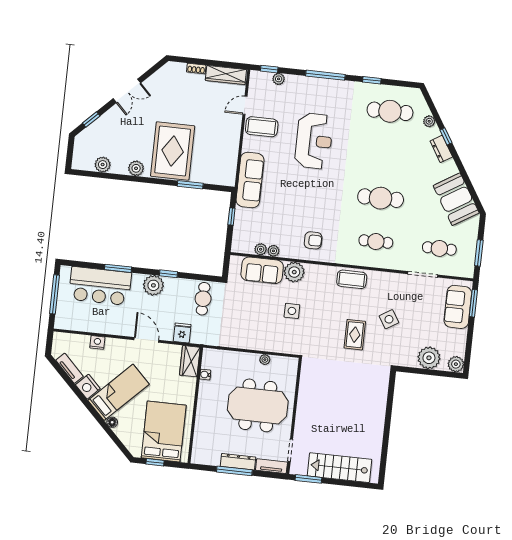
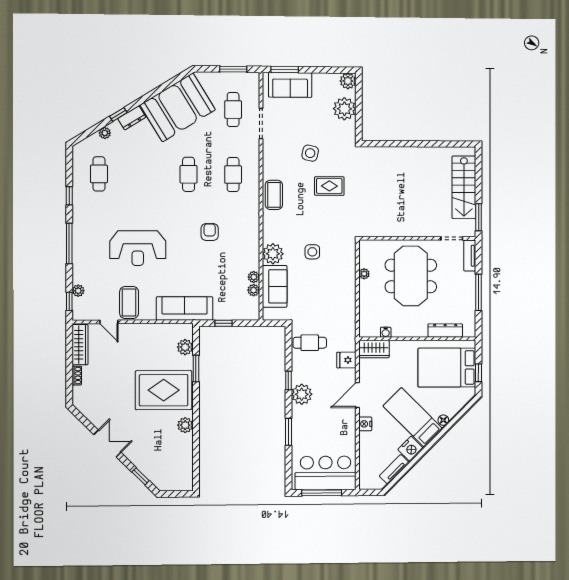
cafe table: (390, 111) -> (99, 174), width x0.73, depth x0.74
reception desk: (314, 141) -> (138, 248), turned 180
plant: (103, 165) -> (185, 347), moved
cafe table: (381, 198) -> (189, 174), width x0.73, depth x0.74
booth: (456, 199) -> (178, 107), width x1.36, depth x1.42
armchair: (313, 240) -> (210, 232), moved
bar counter: (100, 286) -> (326, 473), moved, turned -90
side table: (389, 319) -> (310, 153), turned 45
nightstand: (97, 342) -> (365, 424), moved
dresser: (238, 462) -> (445, 330), moved, turned 90

